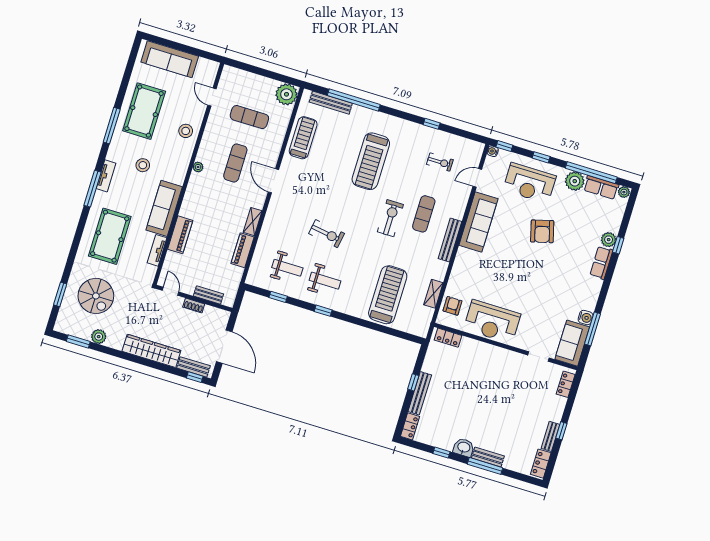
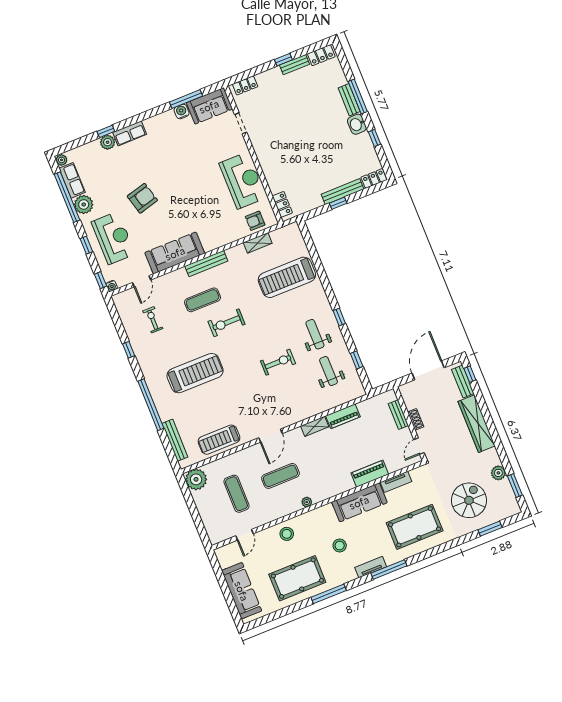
window: (354, 100) -> (151, 405), moved
door: (477, 178) -> (142, 281), hinge flipped
exercise bike: (327, 234) -> (278, 362), turned 81

